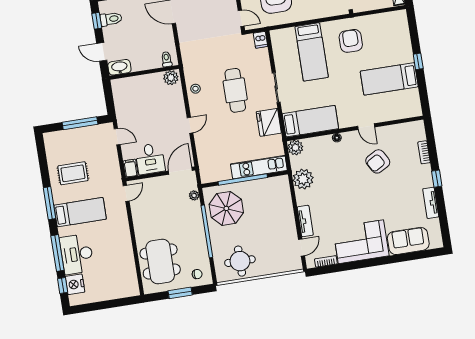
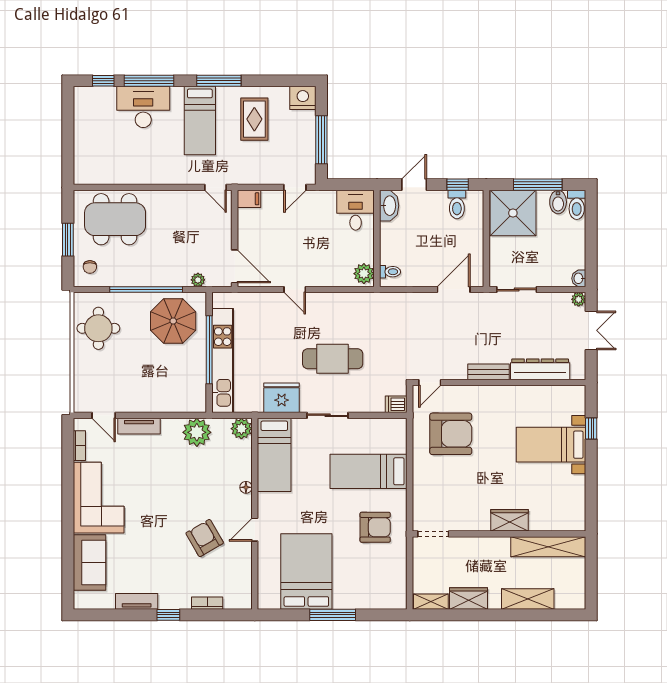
window: (418, 61) -> (333, 615), width x2.17
bed: (389, 79) -> (306, 572), width x1.50
stool: (195, 89) -> (343, 305), removed
desk: (150, 159) -> (356, 210), moved, turned 90
kitchen unit: (259, 167) -> (223, 361), width x1.36
nightstand: (75, 284) -> (303, 98), moved

